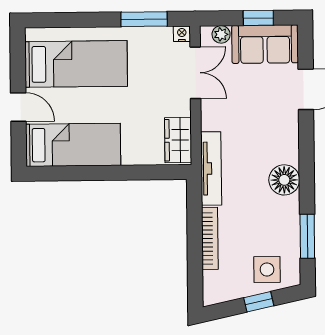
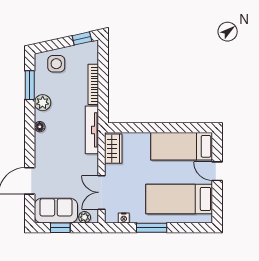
window: (144, 19) -> (152, 228), moved
nightstand: (182, 34) -> (124, 218), moved
floor lamp: (284, 180) -> (40, 127), width x0.53, depth x0.53
plant: (287, 210) -> (43, 103), added
window: (259, 302) -> (82, 38), moved

